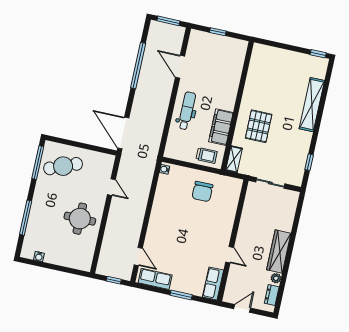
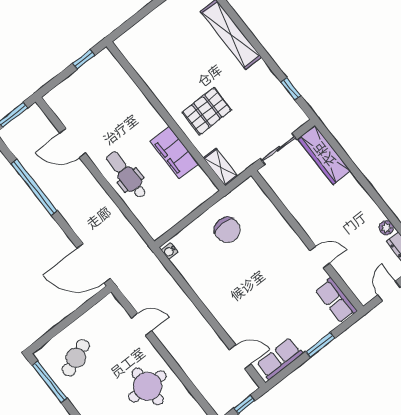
window: (218, 32) -> (84, 59), moved
pallet: (259, 126) -> (207, 111), turned 90
trolley: (207, 155) -> (192, 193), removed
cafe table: (63, 166) -> (76, 358), width x0.73, depth x0.74
wardrobe: (279, 252) -> (324, 155), moved

